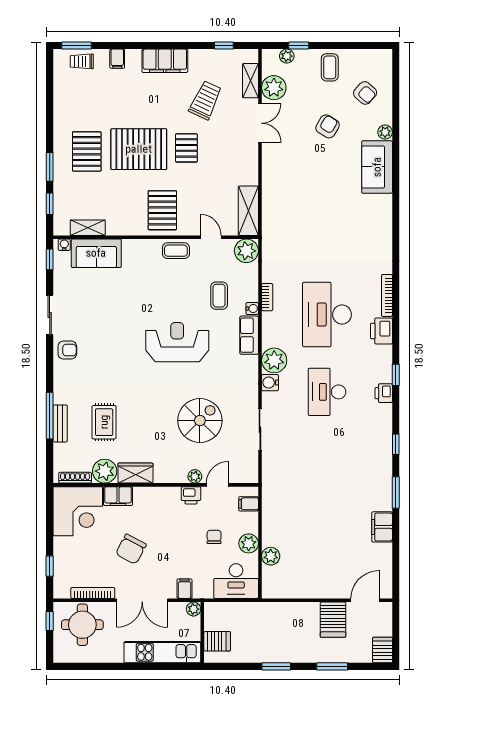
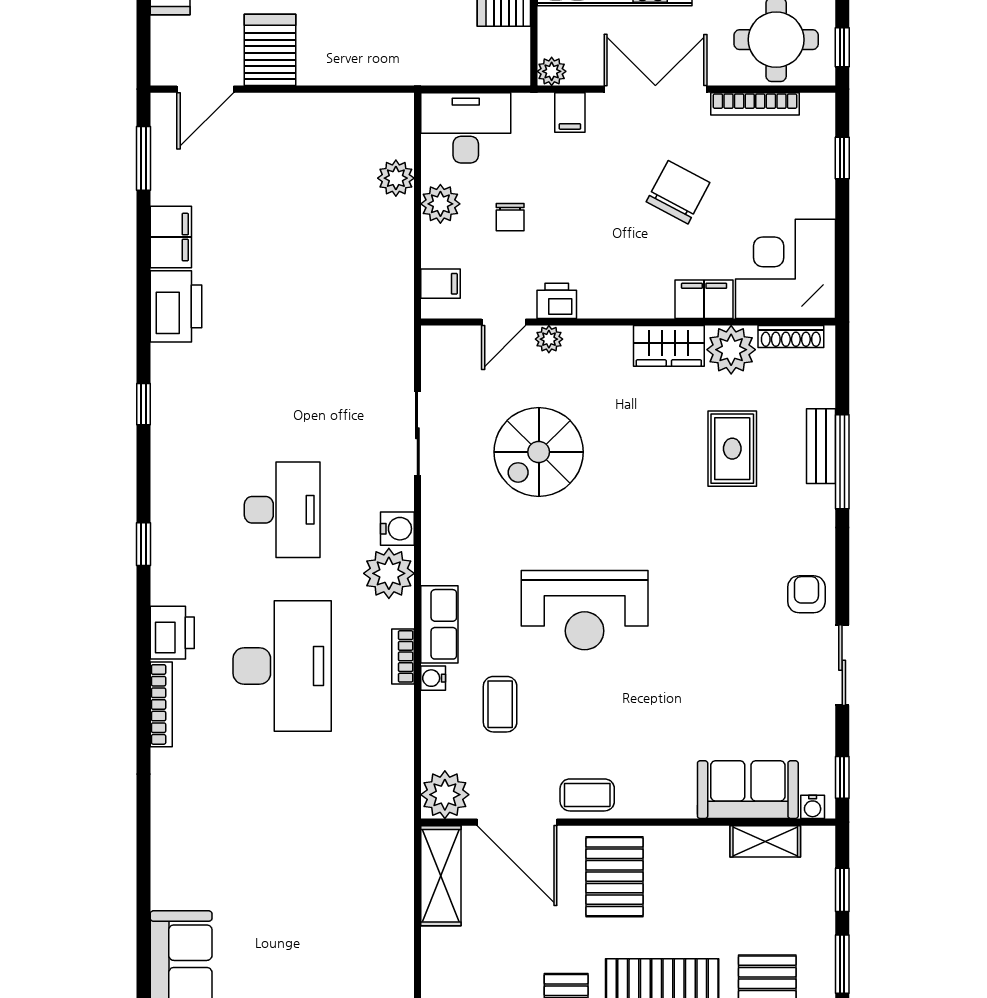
door: (211, 237) -> (517, 822), width x1.88
bookcase: (267, 297) -> (403, 656), moved
armchair: (67, 350) -> (806, 594), turned 90
printer: (384, 393) -> (176, 306), moved, width x1.87, depth x1.48
window: (396, 492) -> (143, 158), moved

